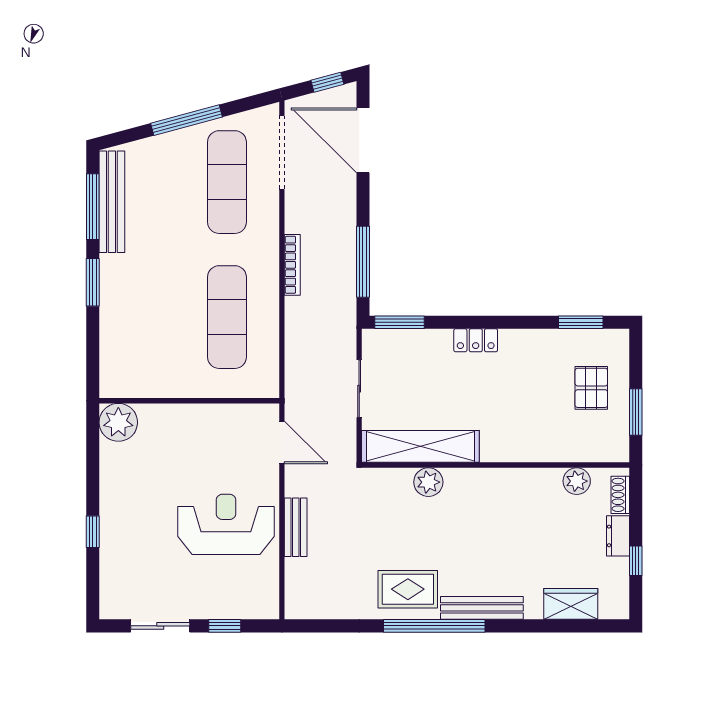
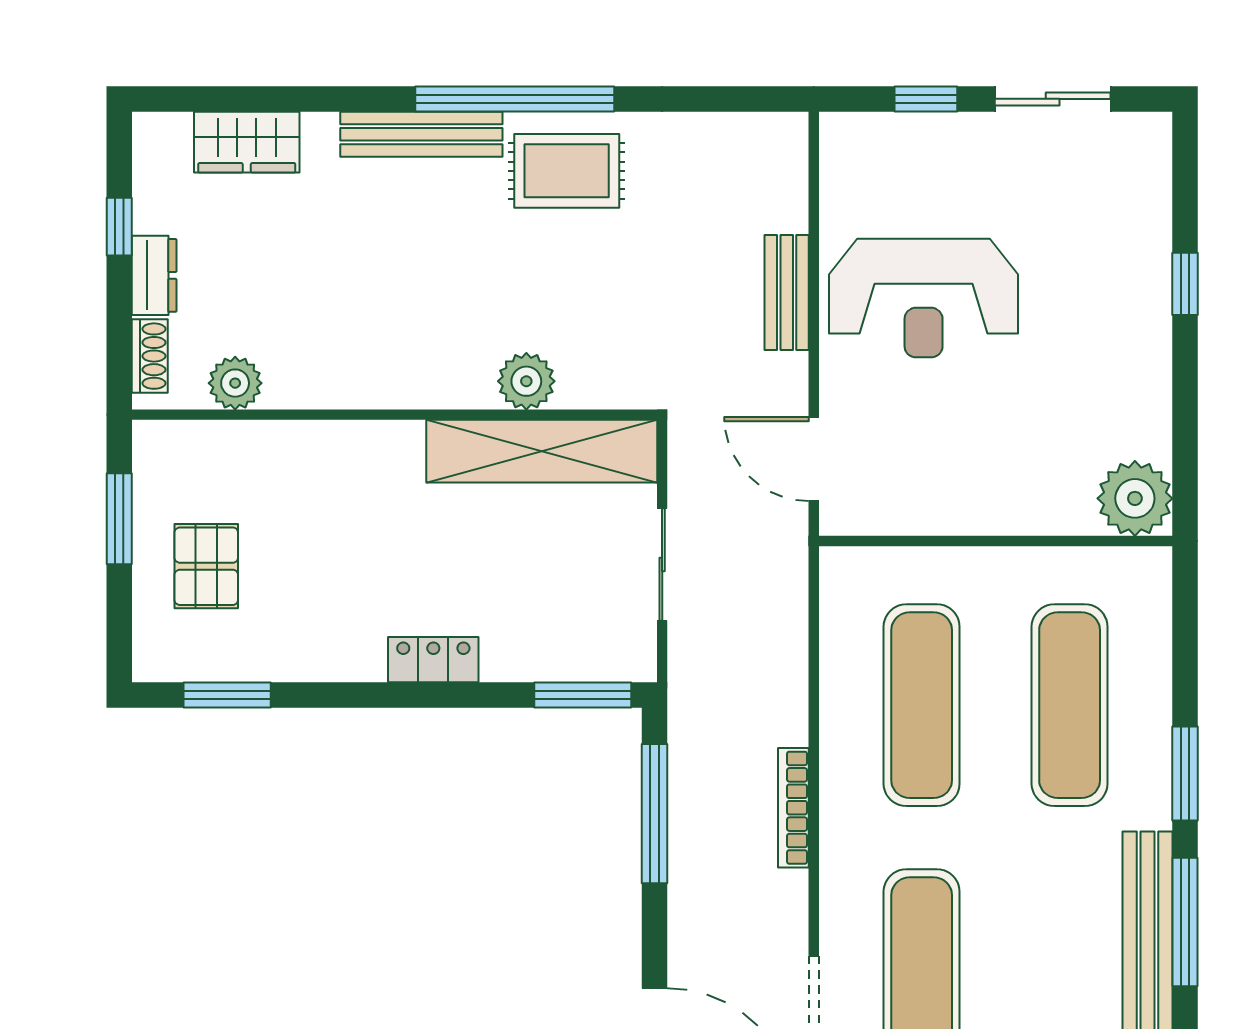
exercise mat: (152, 317) -> (1070, 705), added

